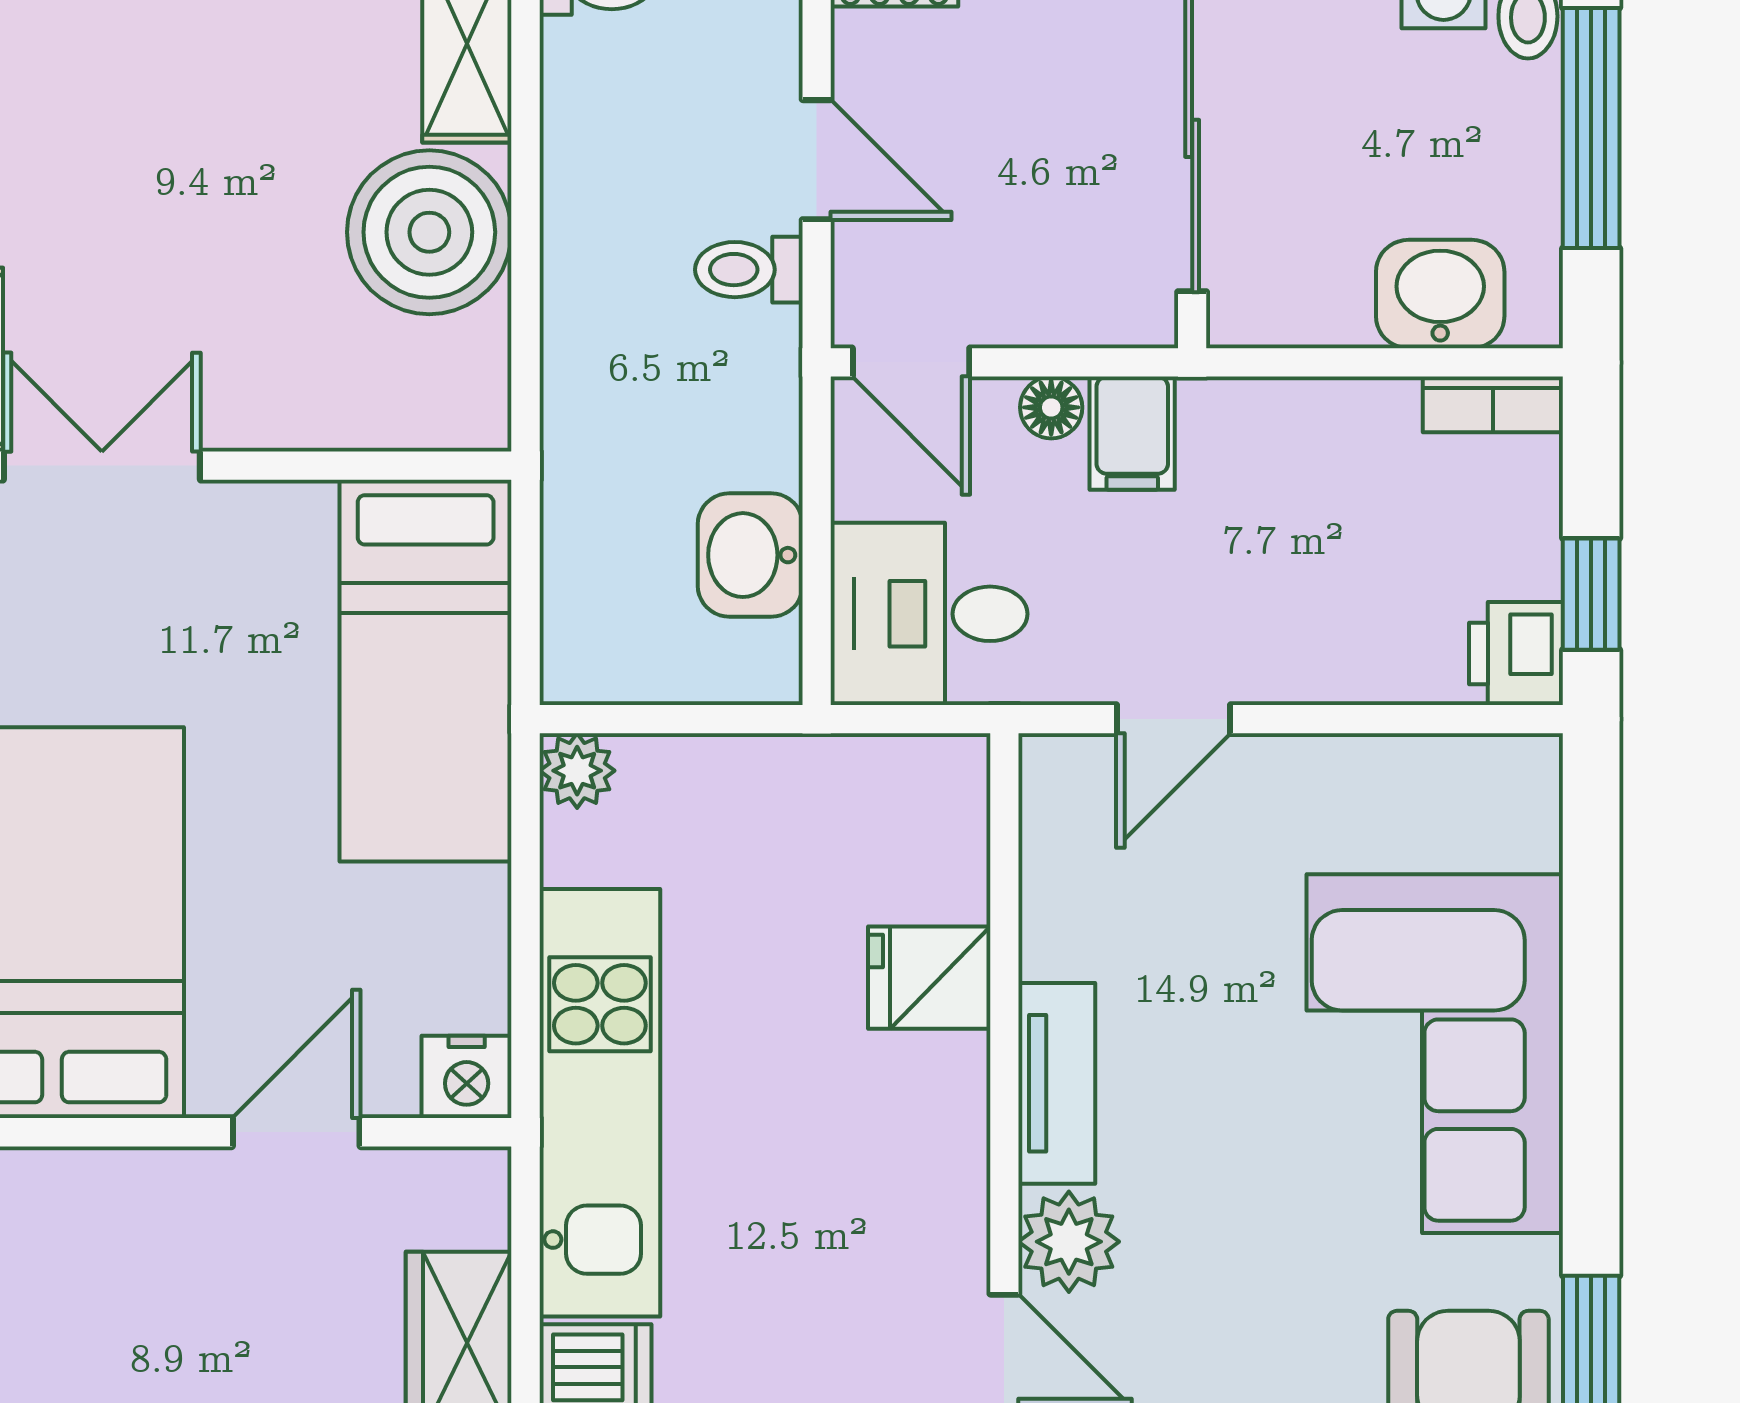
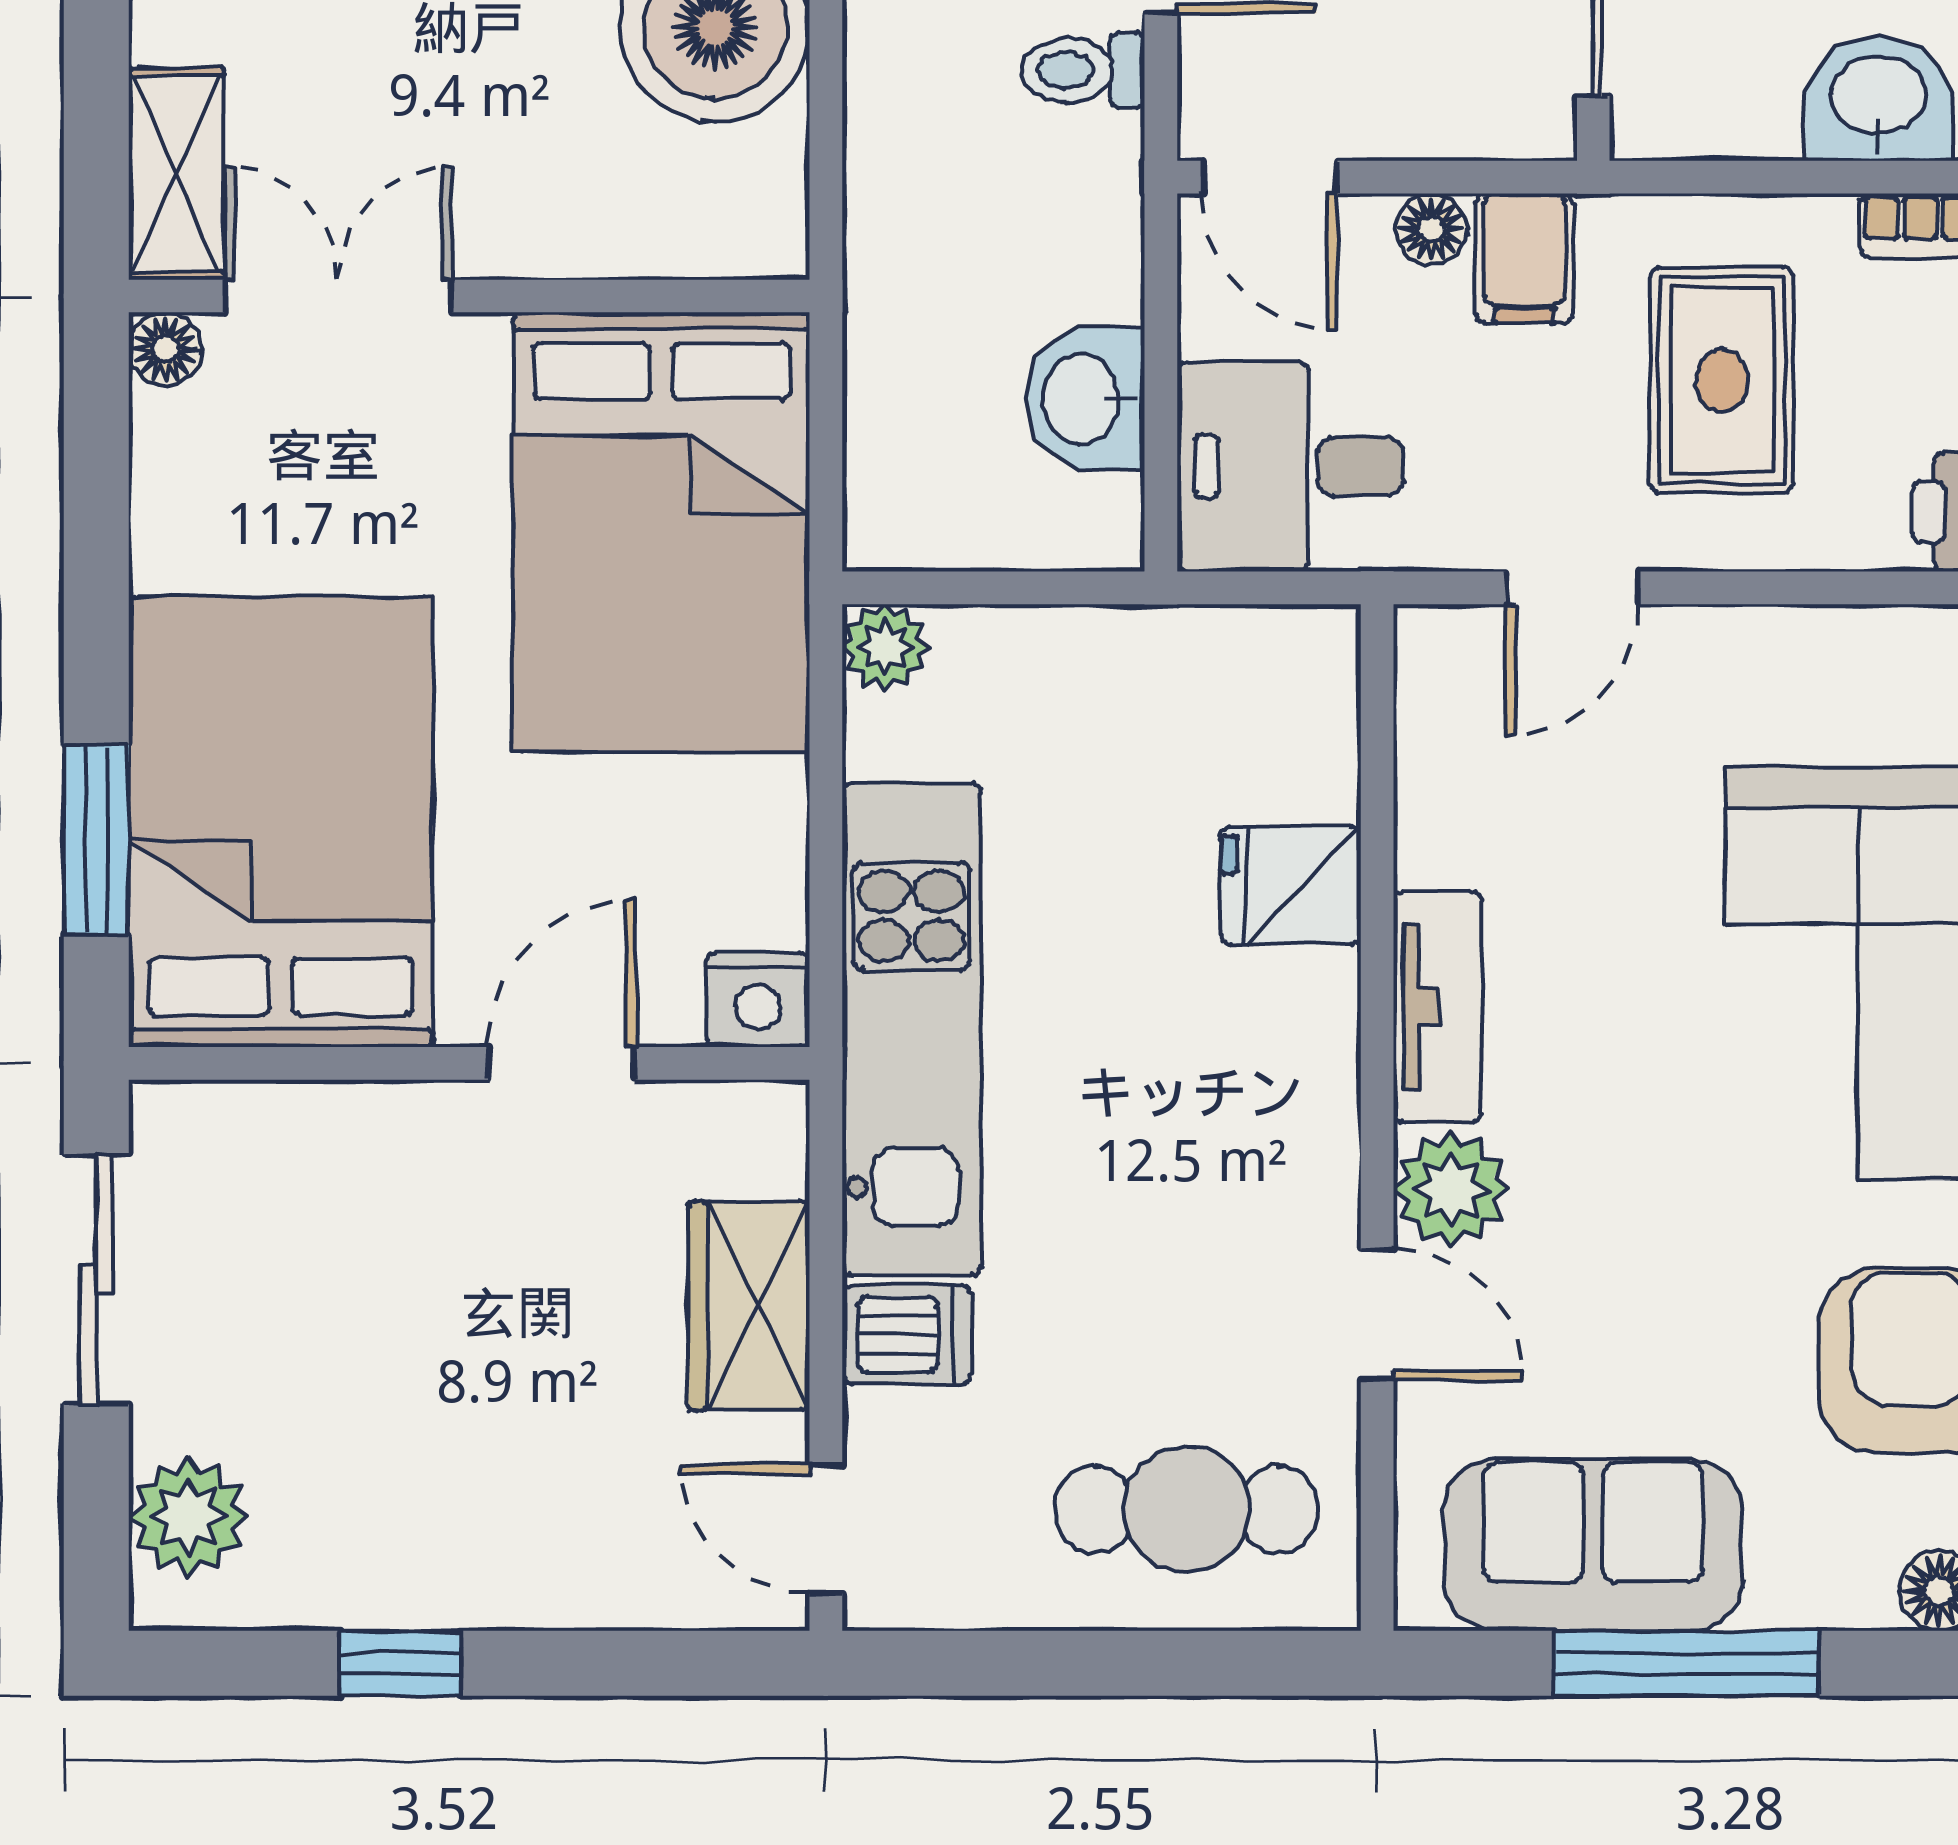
rug: (1304, 539) -> (1722, 380), added
bed: (426, 671) -> (661, 532), width x1.50

